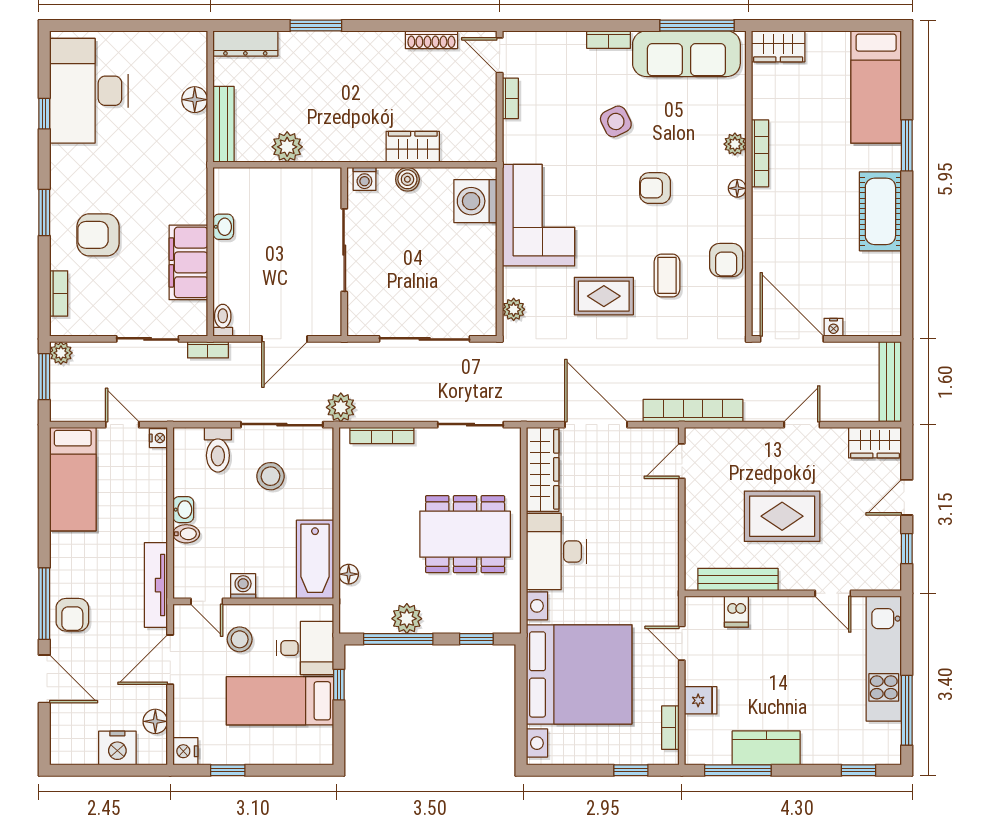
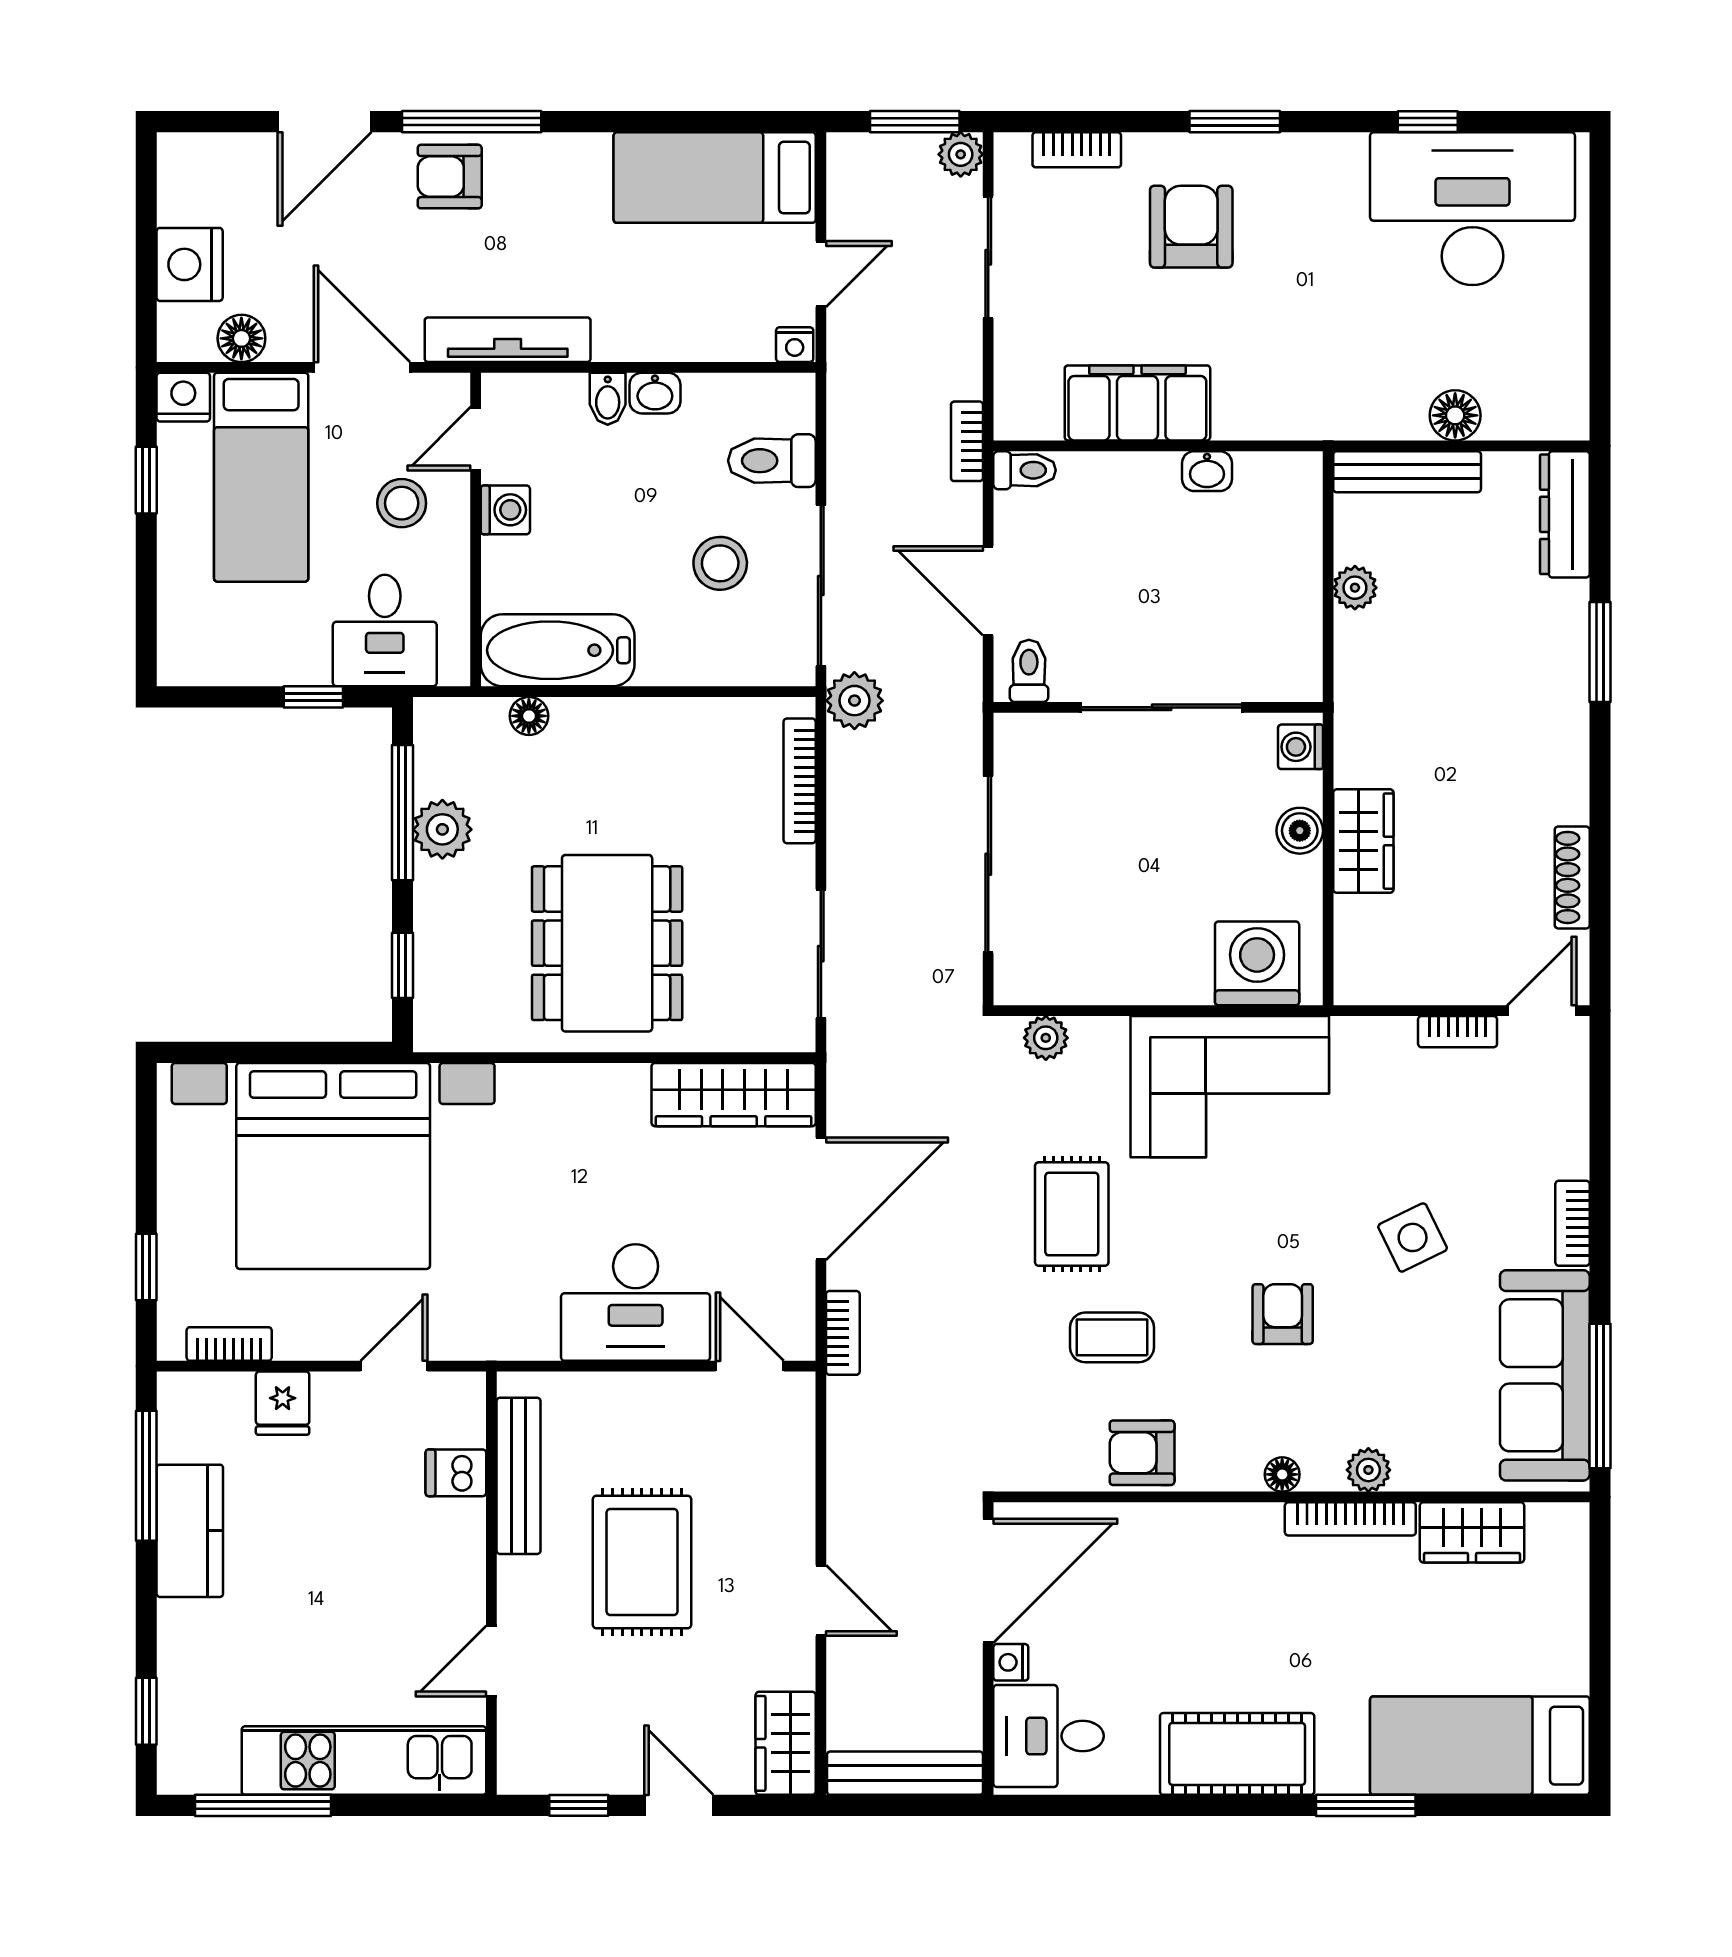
wardrobe: (778, 46) -> (1472, 1532), moved, turned -90
plant: (287, 147) -> (1355, 588), width x0.73, depth x0.73
desk: (871, 308) -> (1048, 1736), added
toilet: (326, 318) -> (1029, 671), added
sliding door: (148, 339) -> (988, 257), moved
bookcase: (693, 411) -> (843, 1333), width x0.43, depth x0.76
desk: (556, 552) -> (636, 1303), moved, turned 180
bed: (280, 701) -> (261, 477), moved, turned 180

